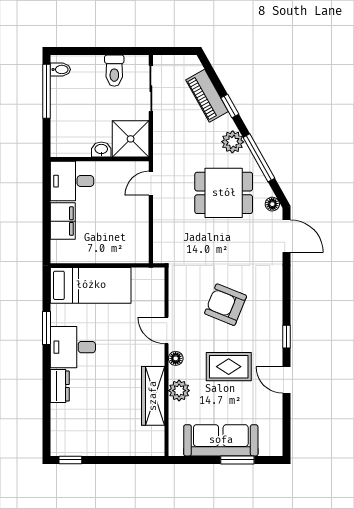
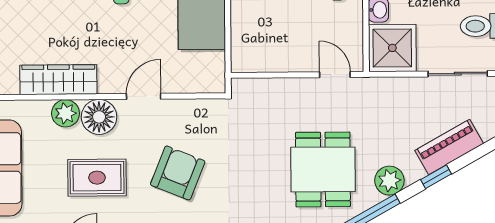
floor lamp: (176, 358) -> (99, 117), width x1.89, depth x1.89
rug: (229, 367) -> (97, 178), turned 90

